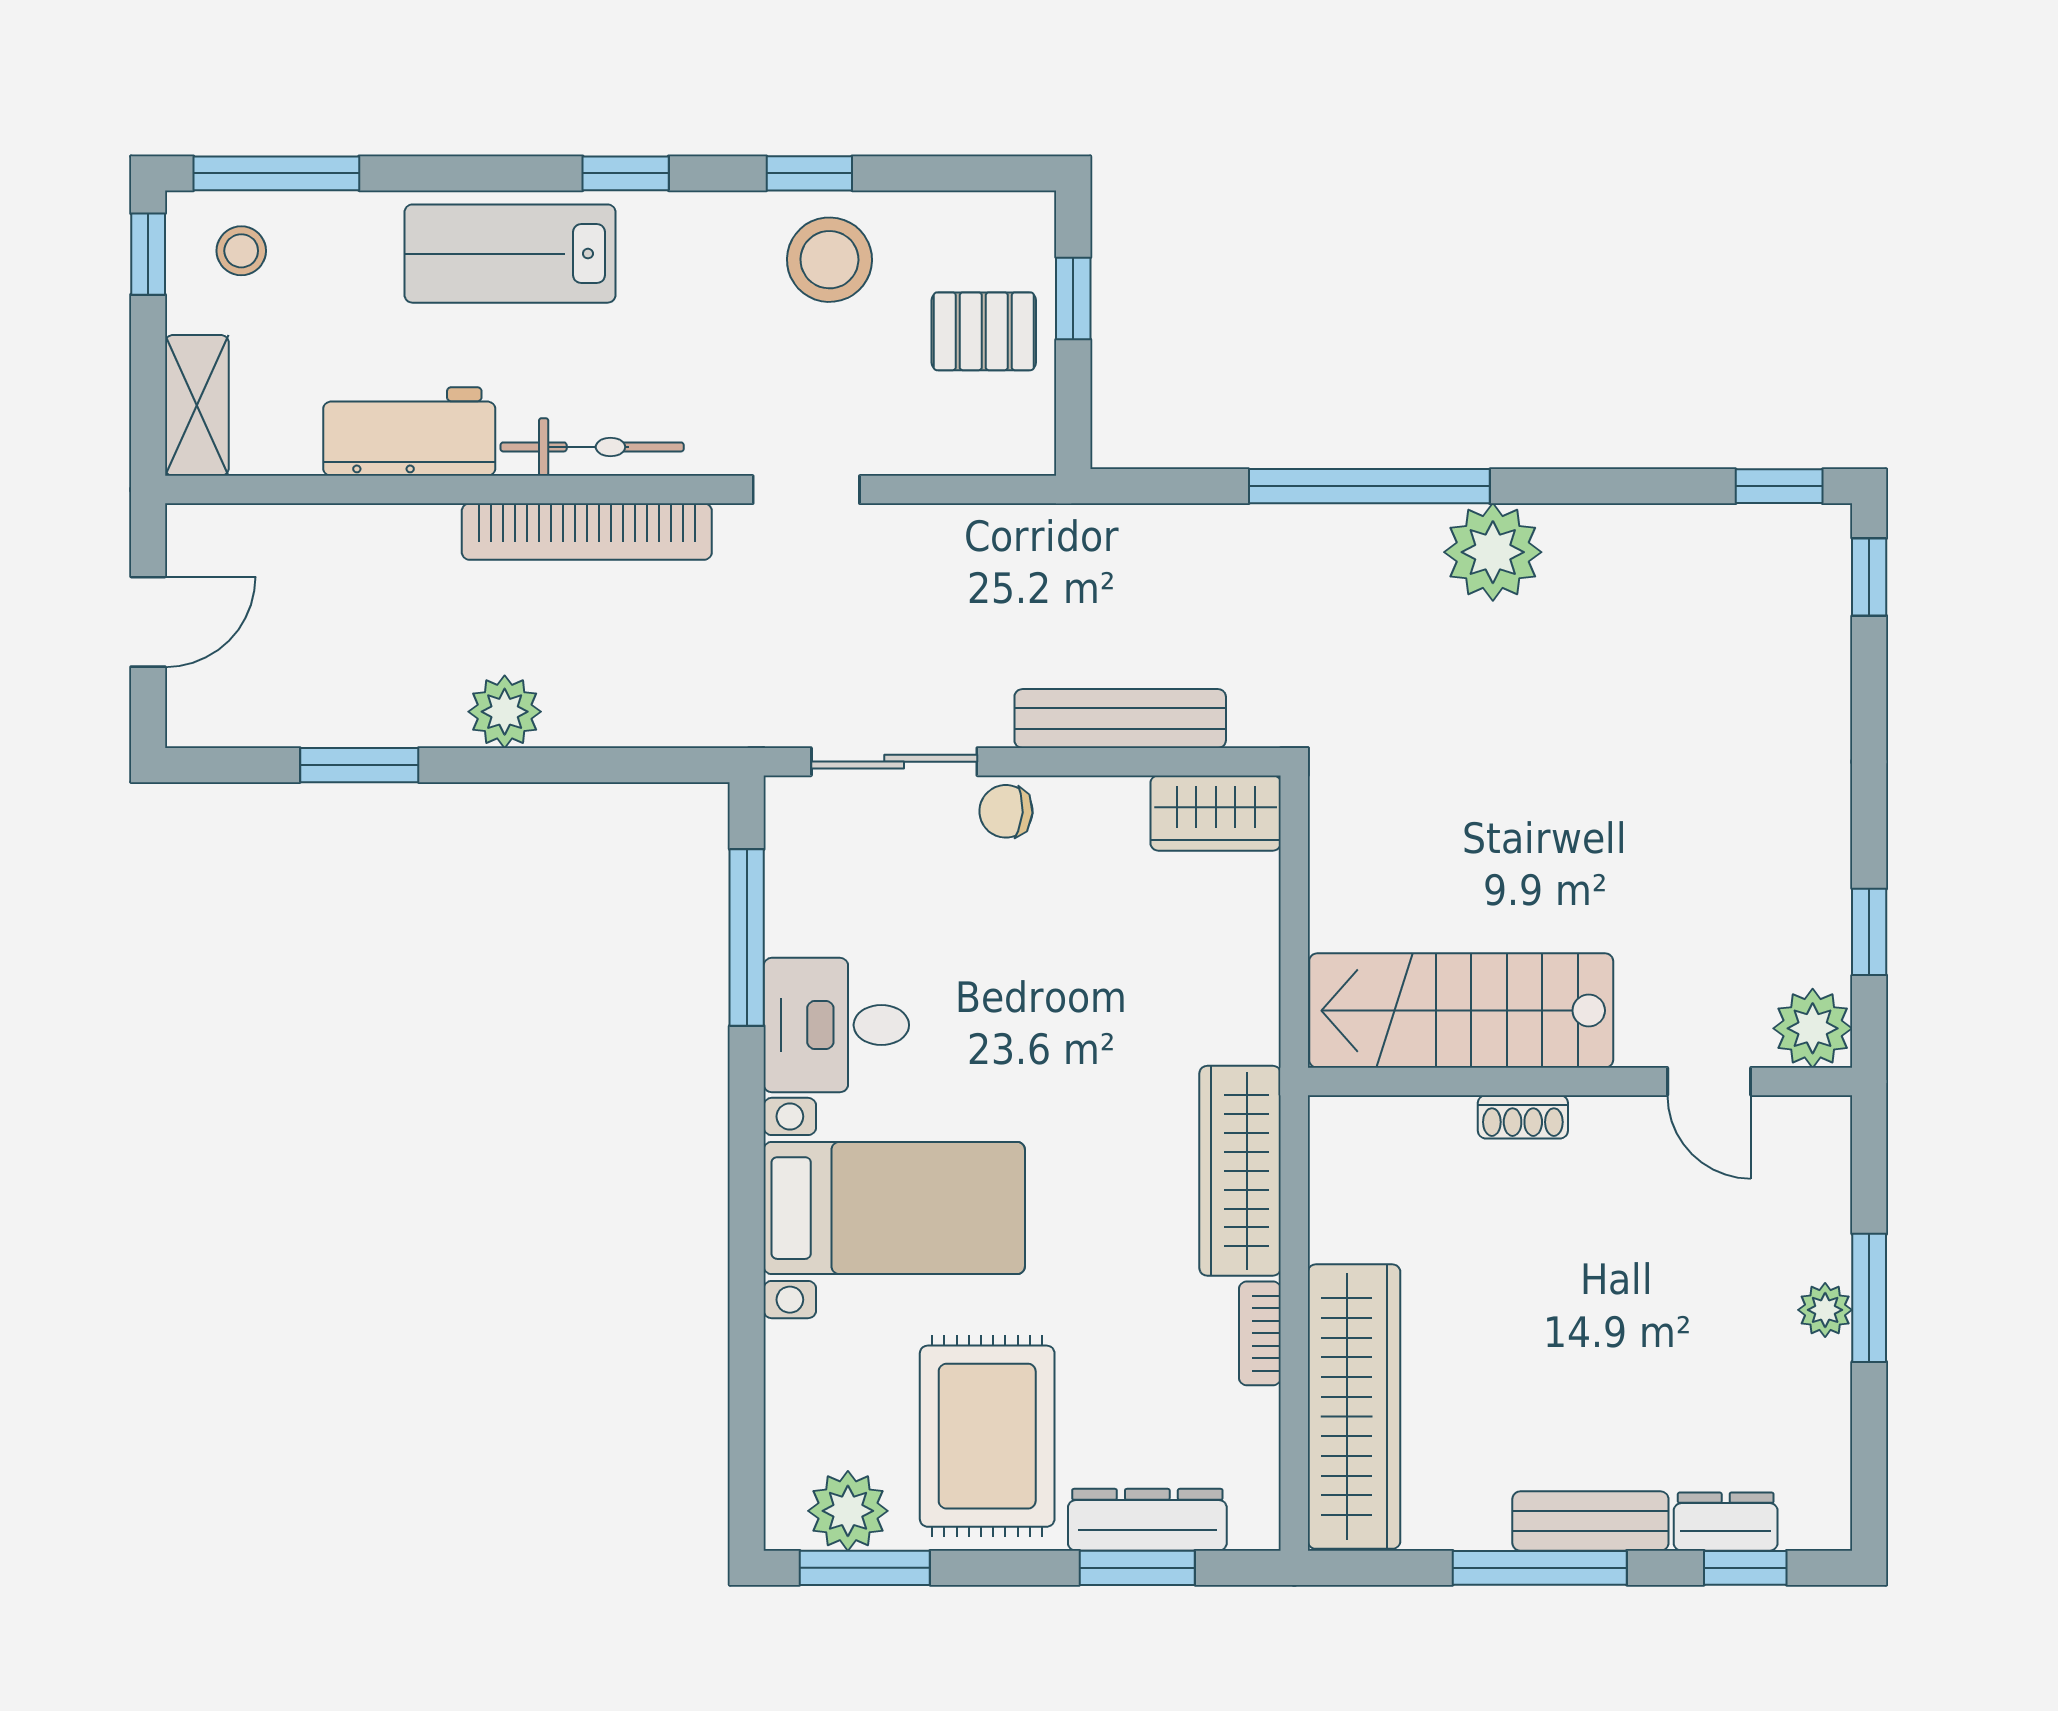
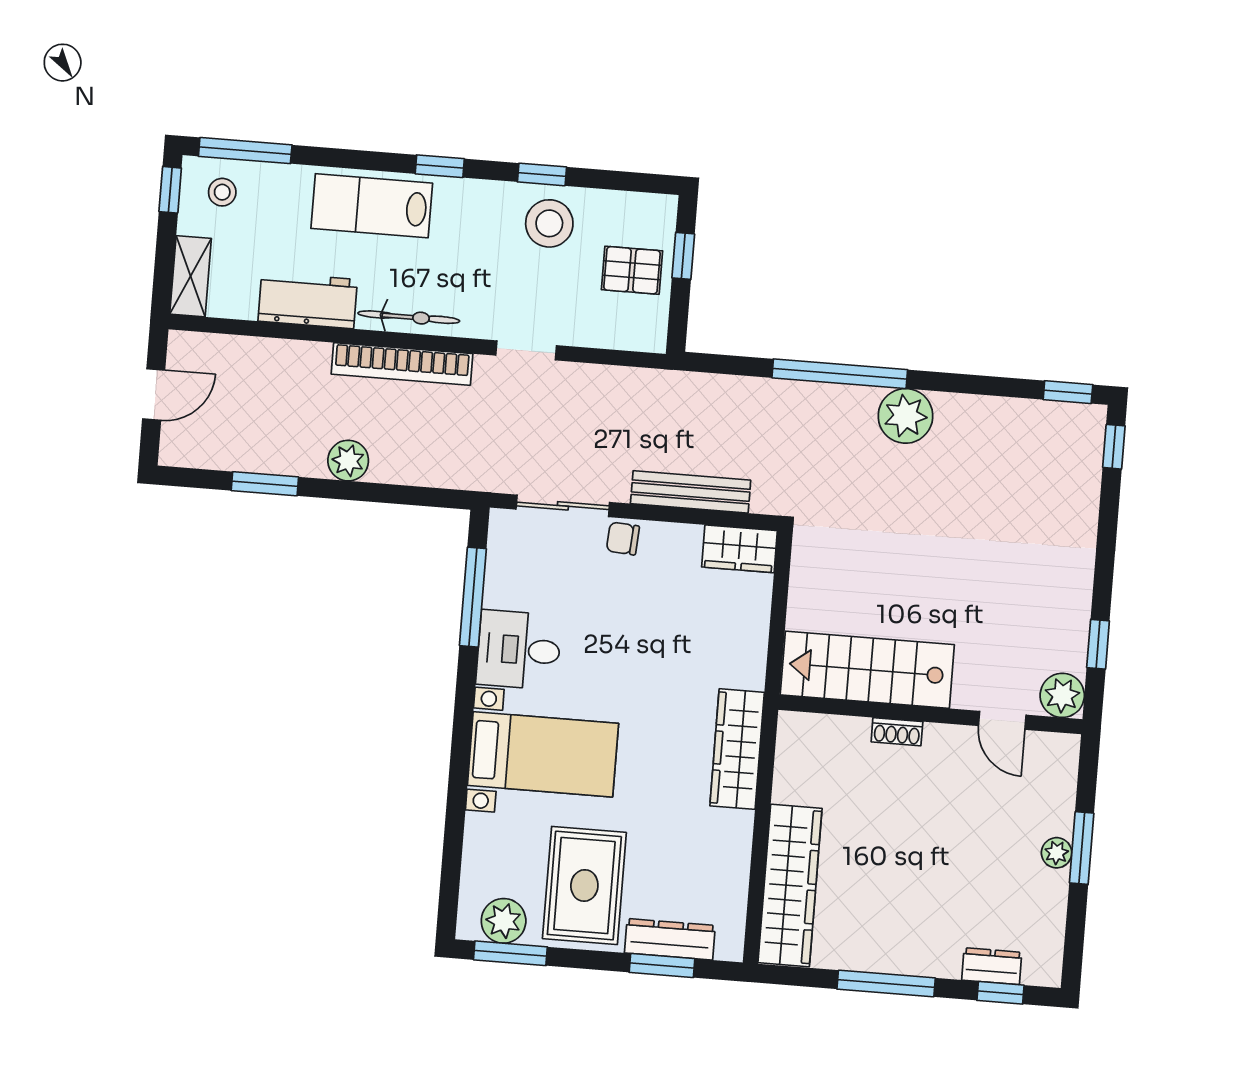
bookcase: (1260, 1333) -> (741, 840), removed
bench: (1590, 1521) -> (916, 960), removed

